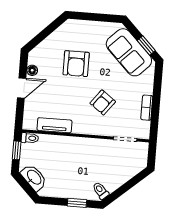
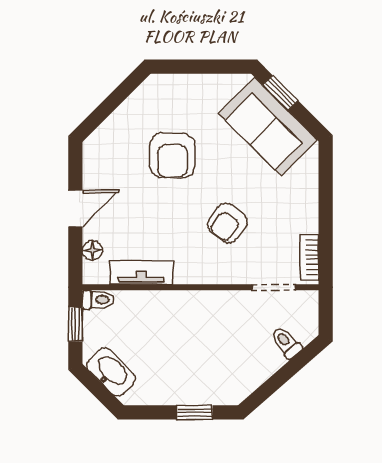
window: (146, 46) -> (280, 93), moved
floor lamp: (32, 70) -> (92, 250), moved
bookcase: (147, 108) -> (309, 257), moved
toilet: (101, 191) -> (286, 343), moved

